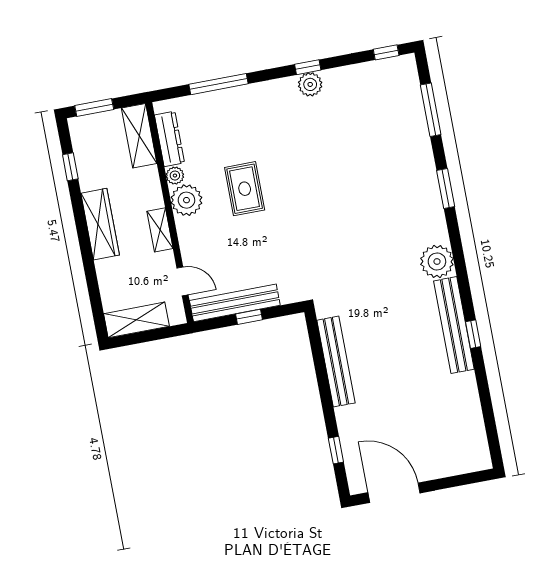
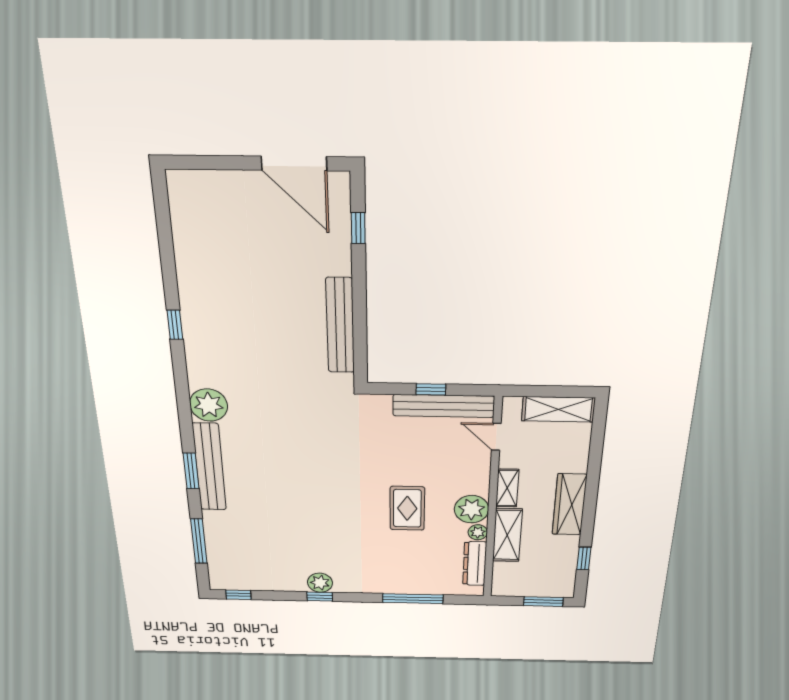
shelving: (139, 136) -> (507, 535), moved
bench: (454, 325) -> (209, 467), moved

